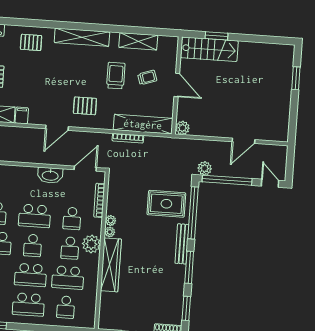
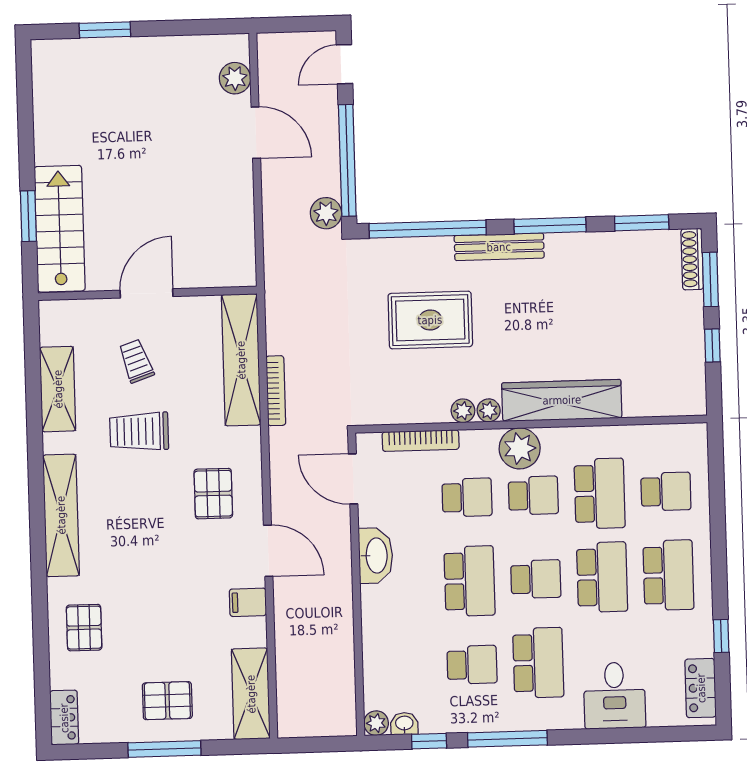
filing cabinet: (22, 115) -> (248, 602), moved
plant: (182, 128) -> (235, 78), moved
rug: (166, 204) -> (430, 320), moved, turned 90

